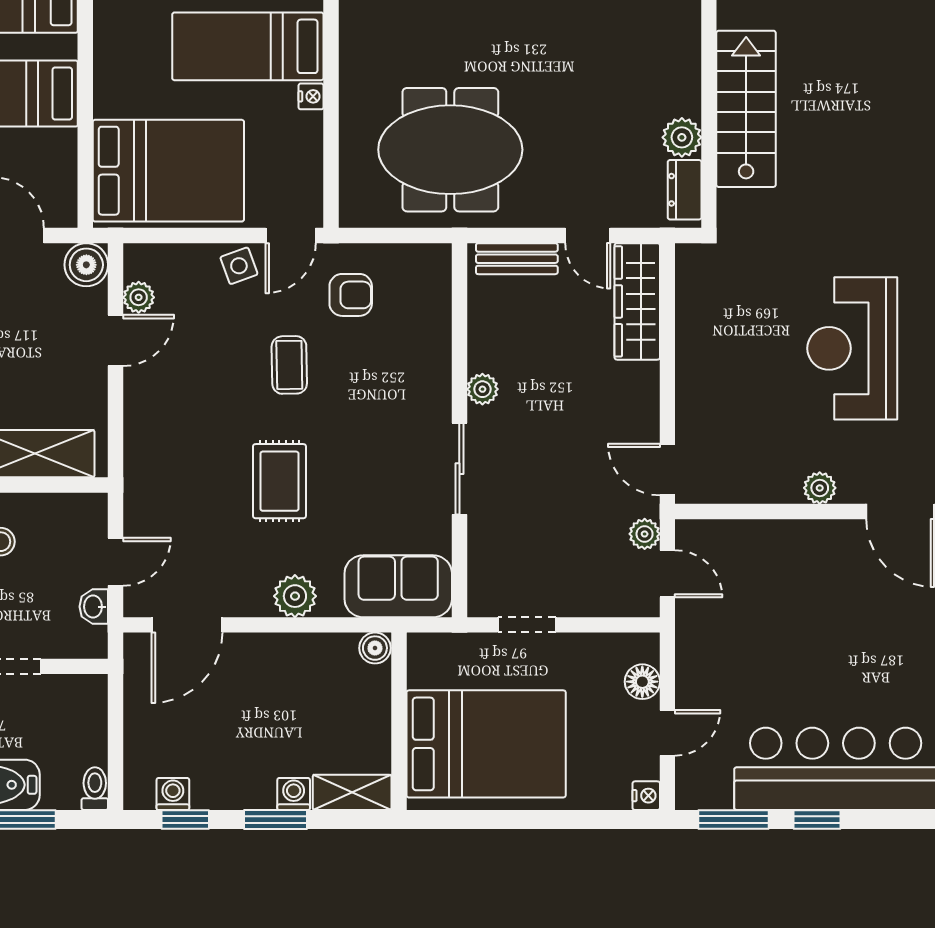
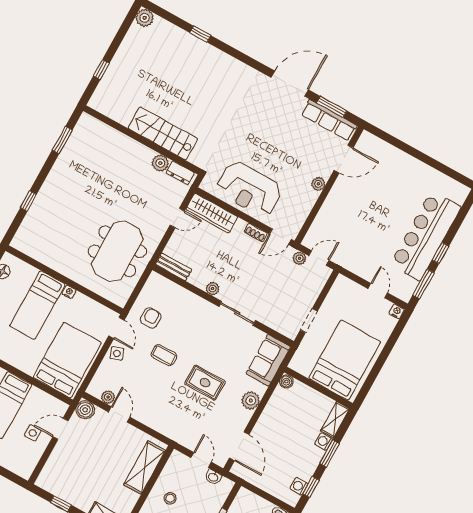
bench: (517, 259) -> (174, 267), moved, turned 90
reception desk: (852, 348) -> (249, 189), moved
shoe rack: (647, 414) -> (256, 233), added
floor lamp: (642, 682) -> (354, 289), removed

